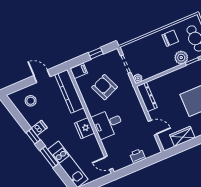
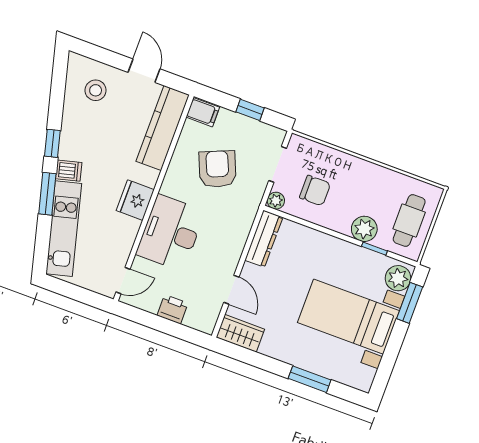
chair: (170, 38) -> (315, 191), moved
desk: (108, 124) -> (171, 233), width x1.37
dishwasher: (39, 128) -> (69, 171), moved
wardrobe: (182, 136) -> (240, 333), moved
door: (109, 163) -> (123, 281), swing flipped

